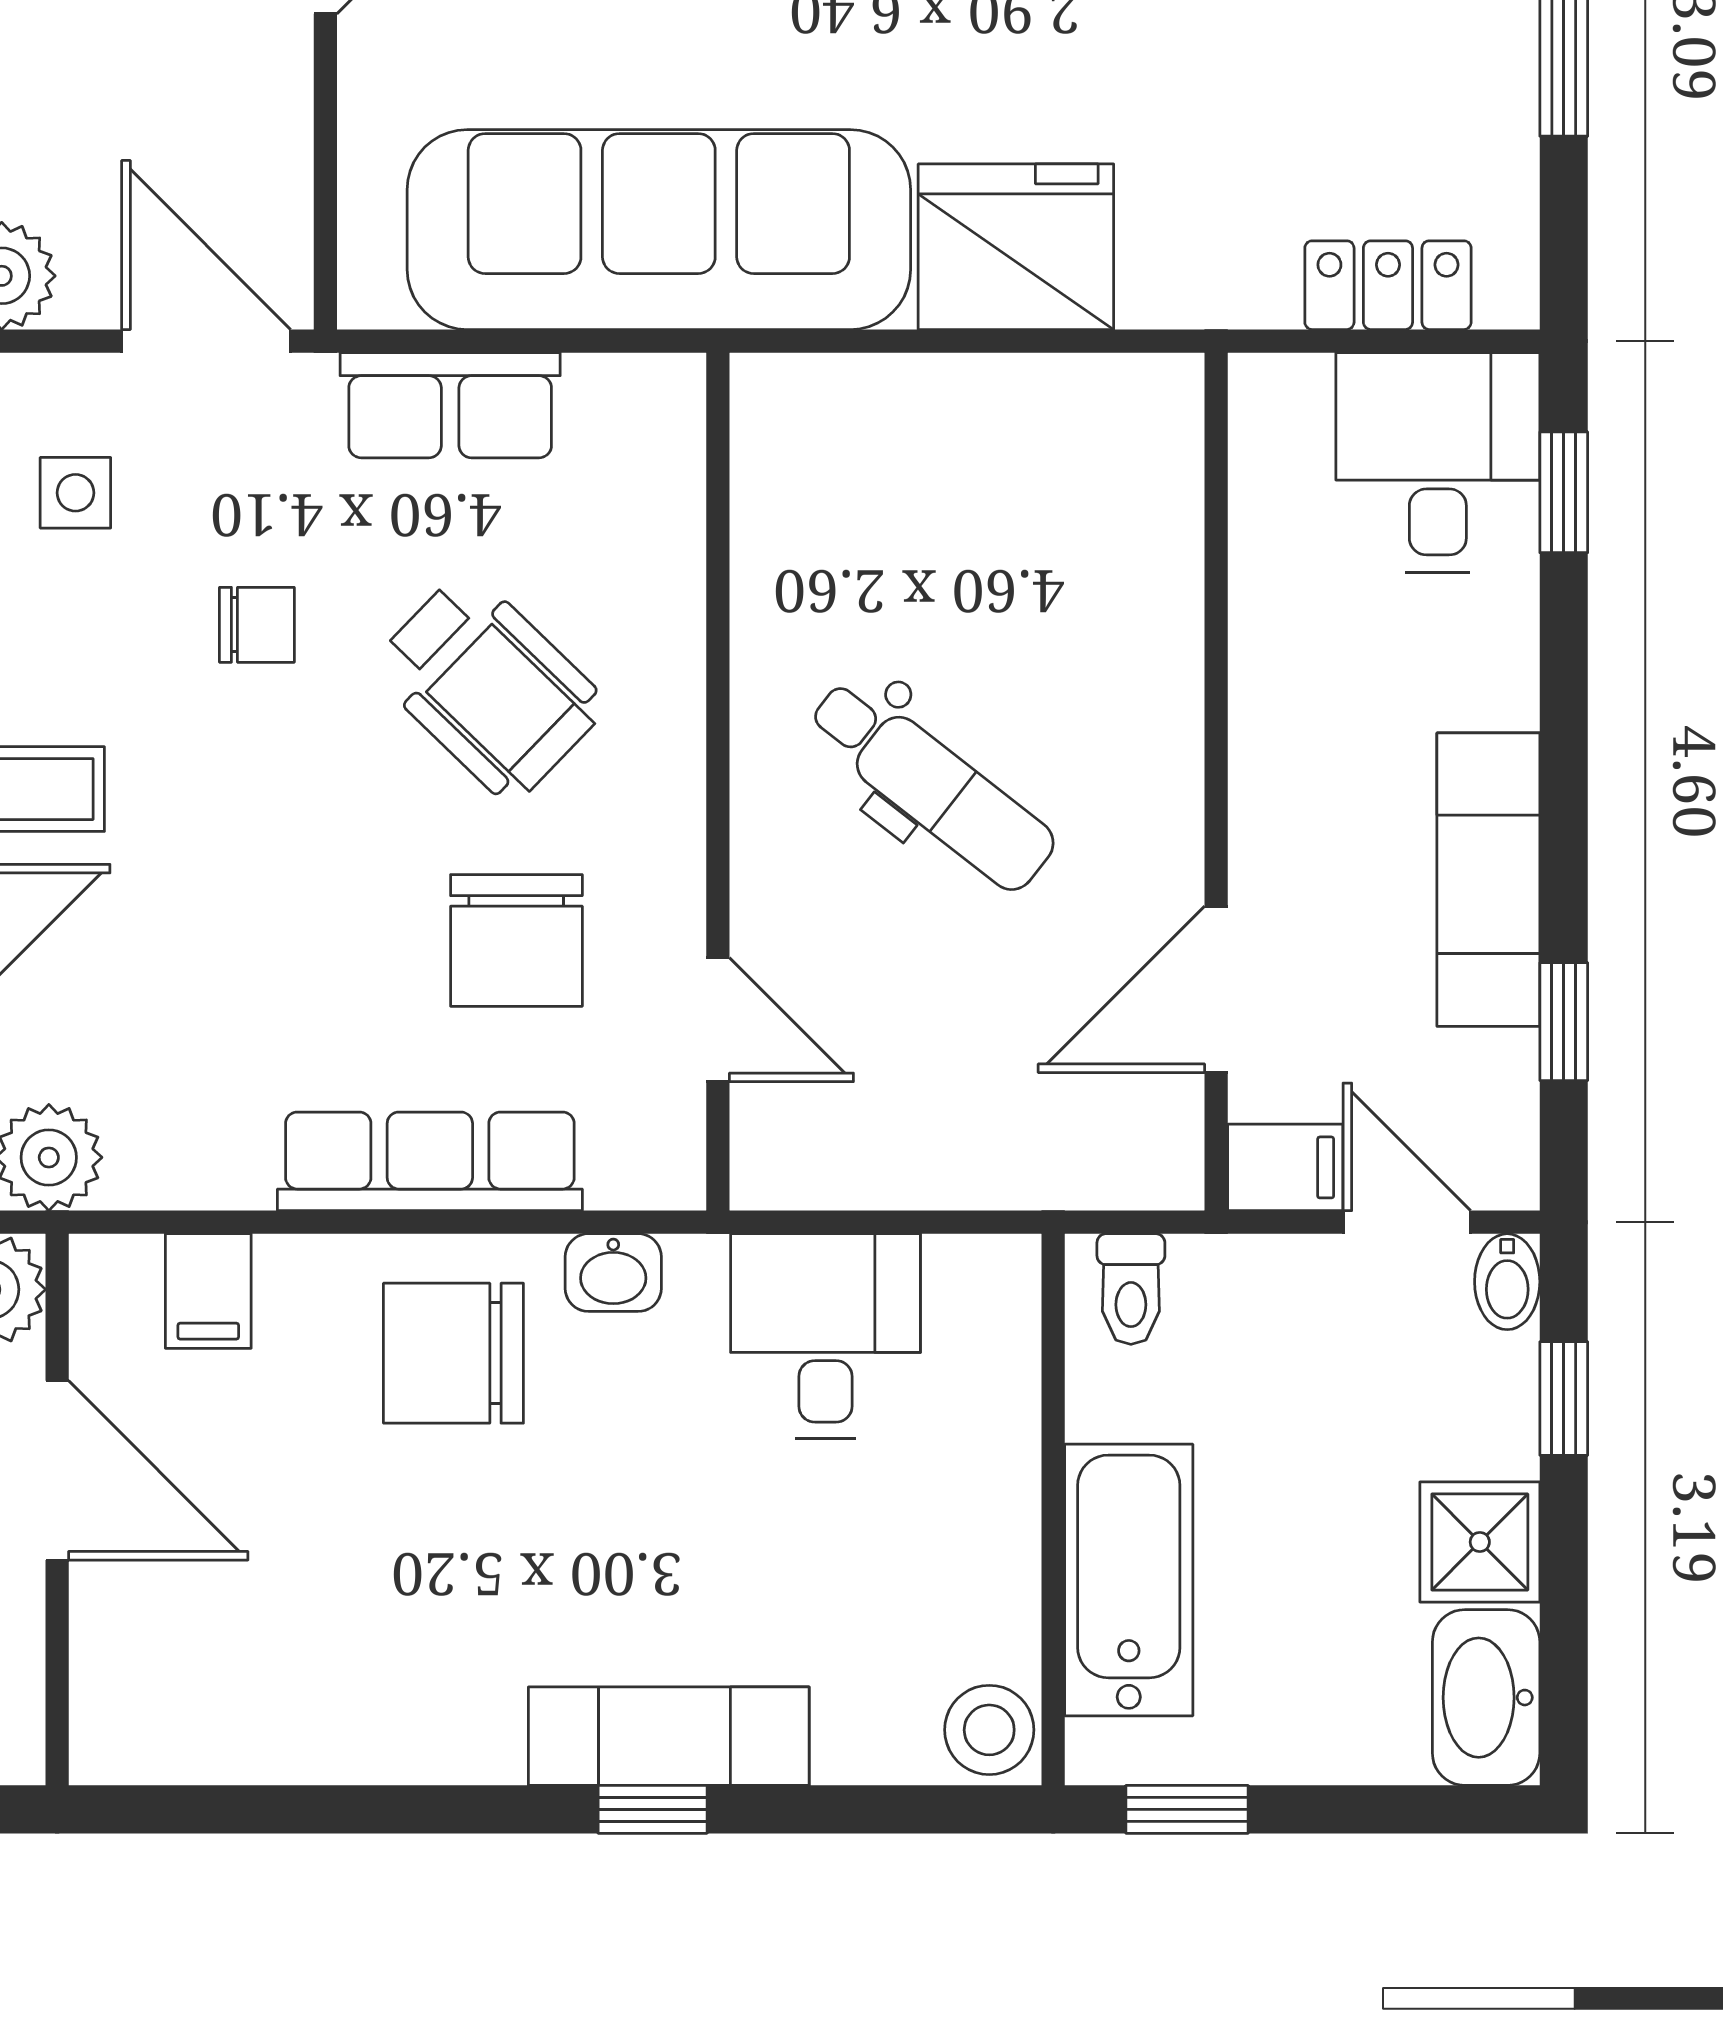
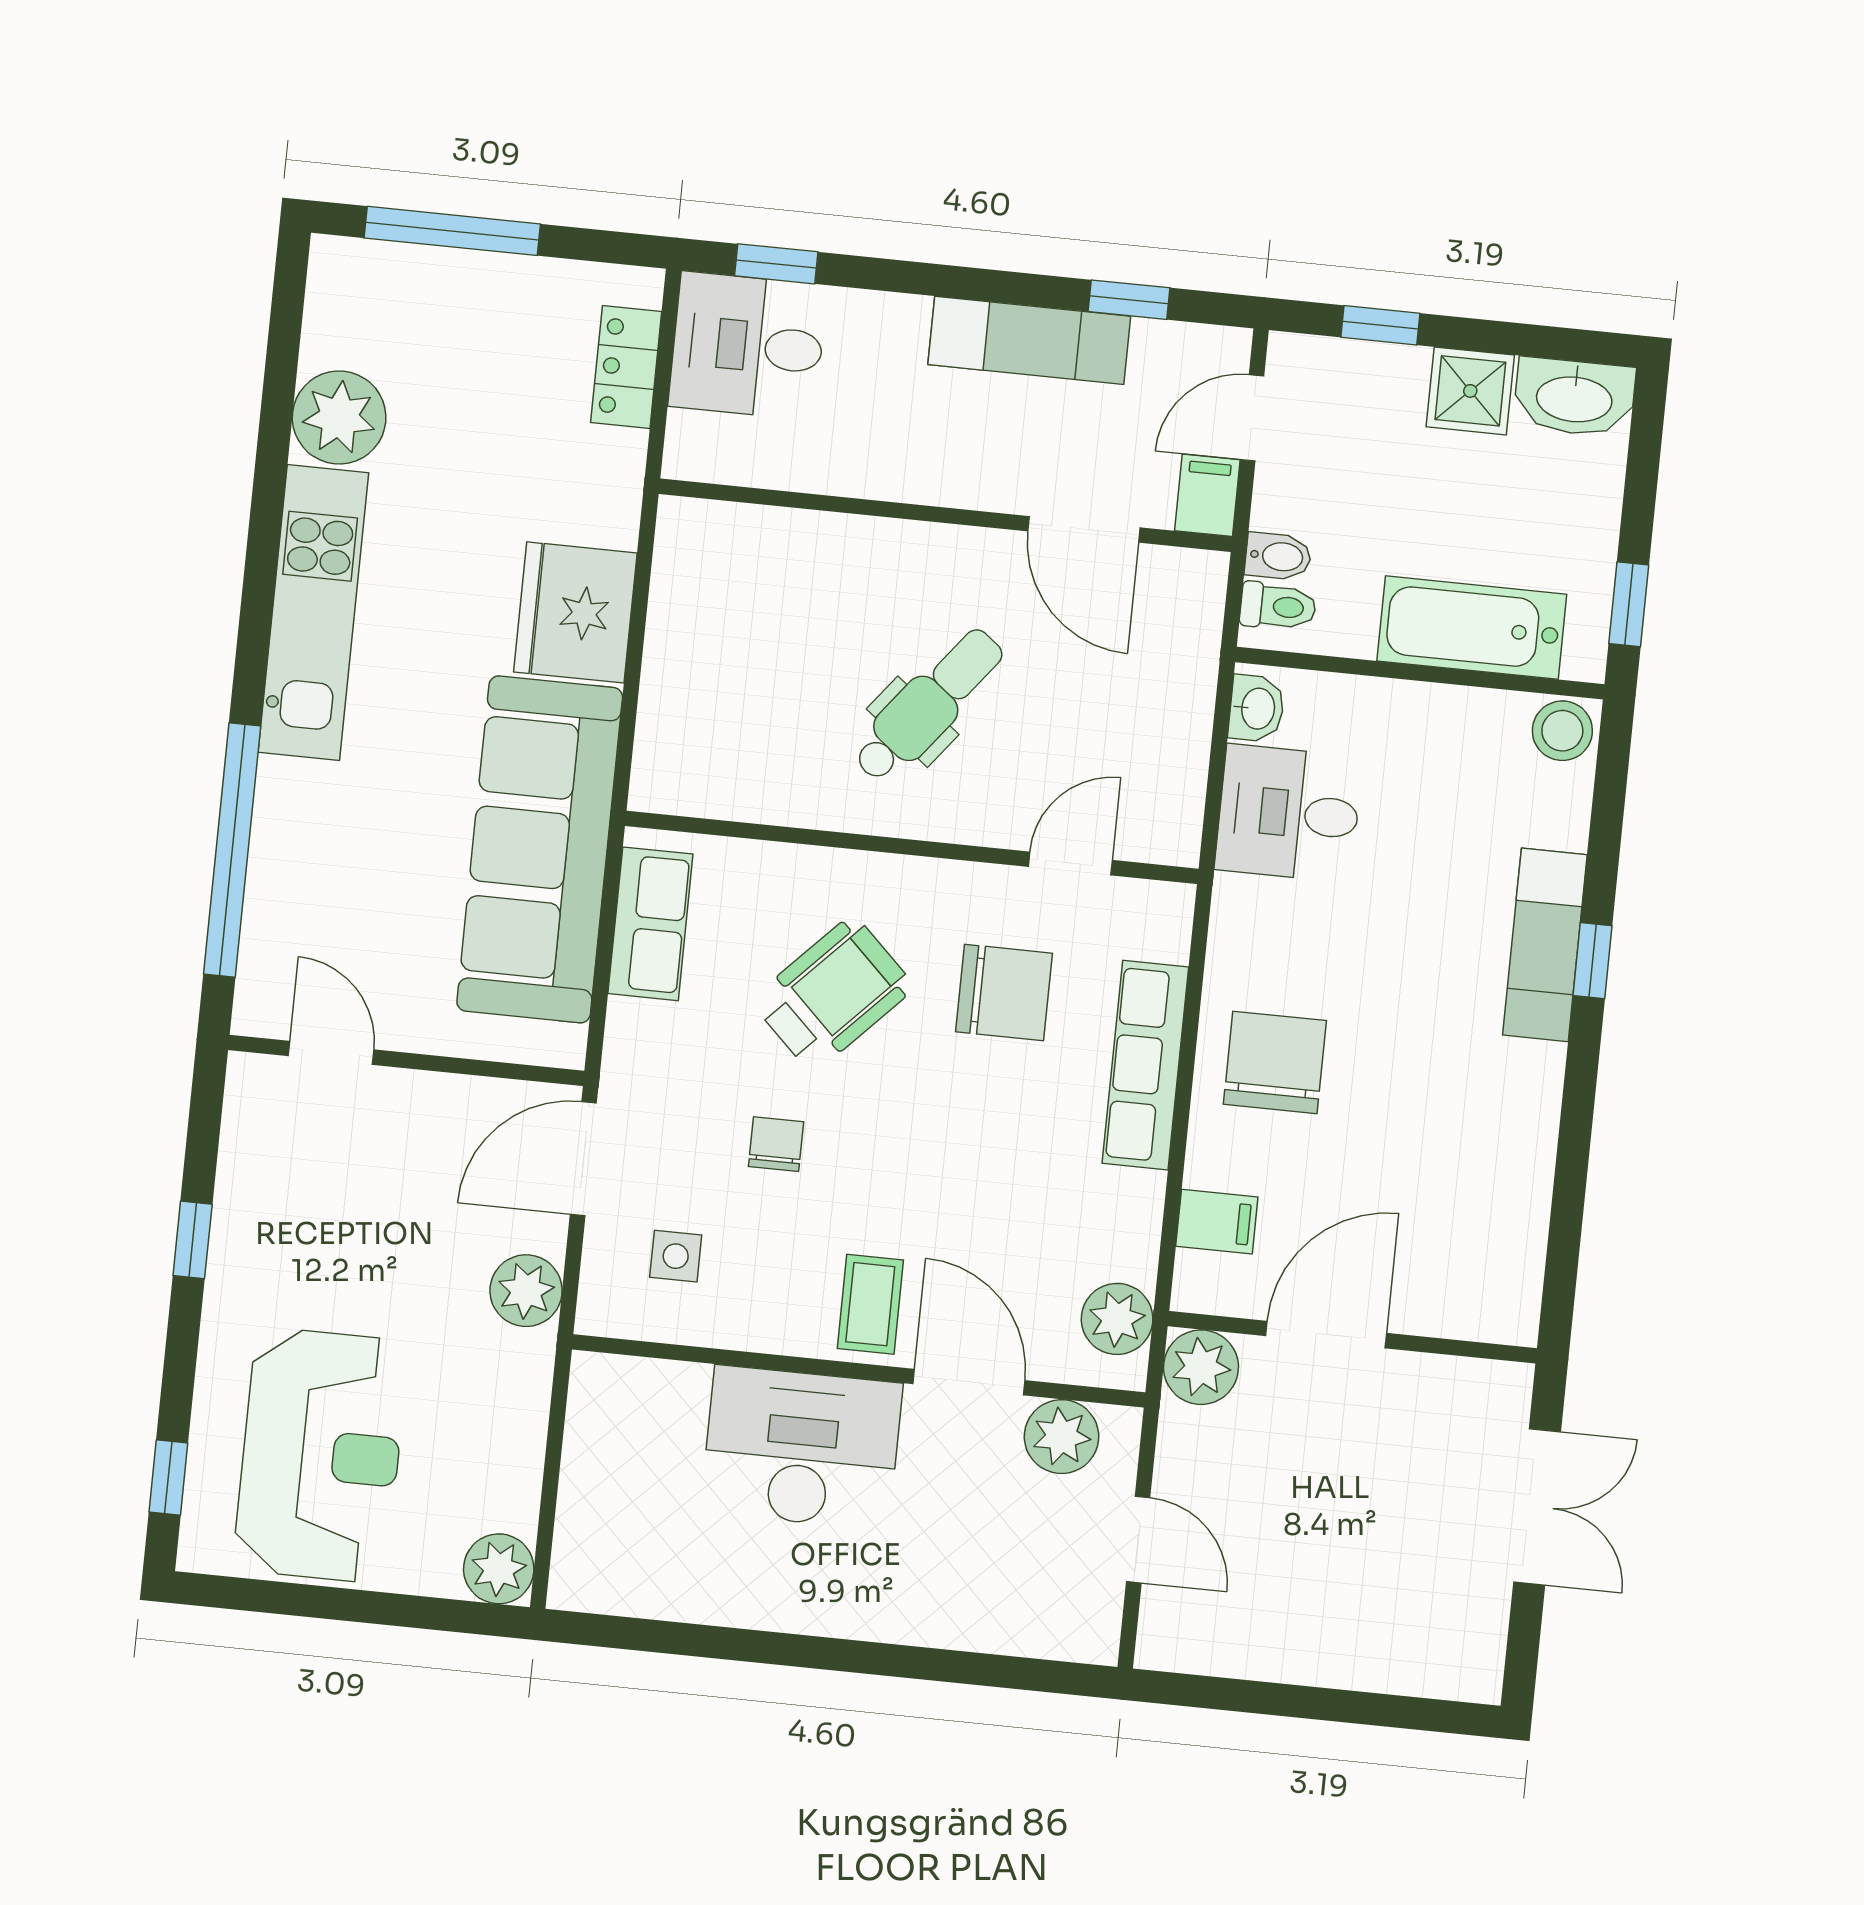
row of seats: (450, 405) -> (650, 924), moved
washbasin: (613, 1273) -> (1257, 708), moved
bidet: (1507, 1282) -> (1278, 556), moved
chair: (453, 1353) -> (1275, 1062), turned 180

